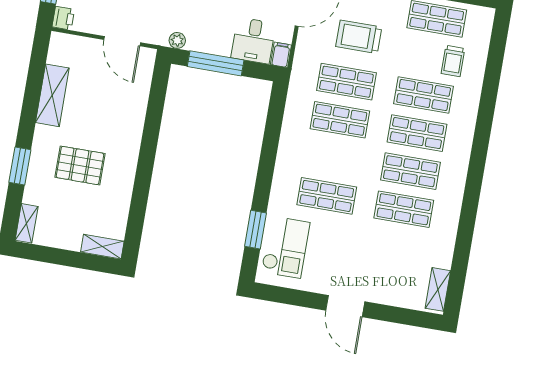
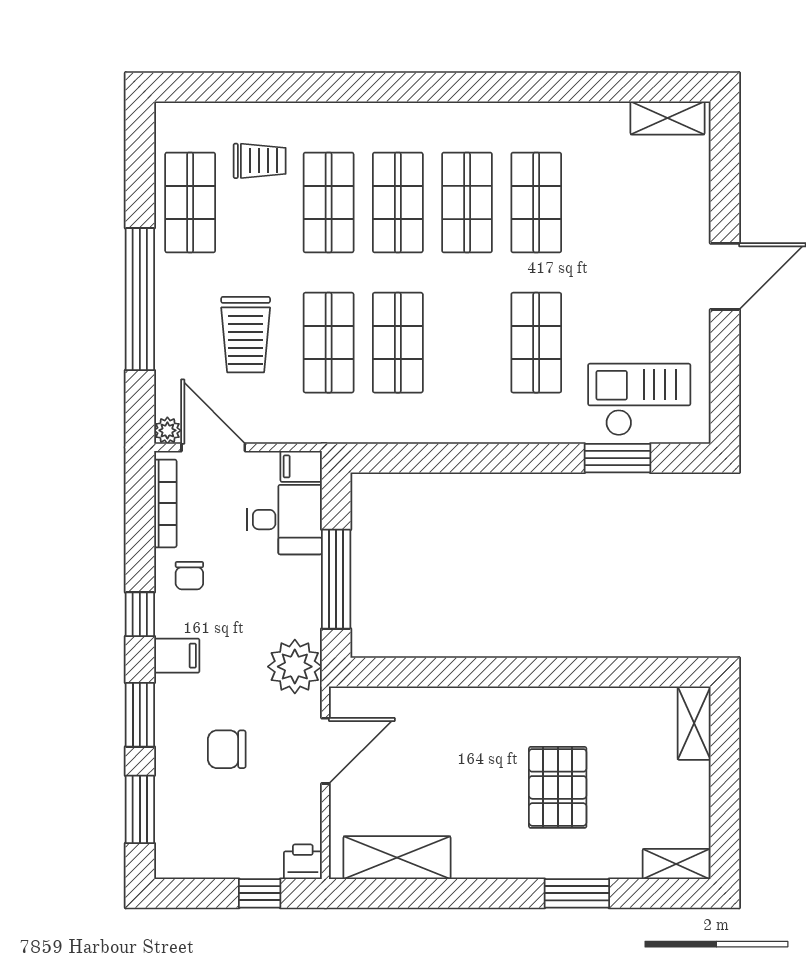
plant: (177, 40) -> (295, 667), width x1.87, depth x1.87
shelving: (52, 95) -> (397, 858), moved

